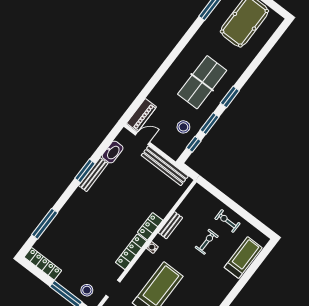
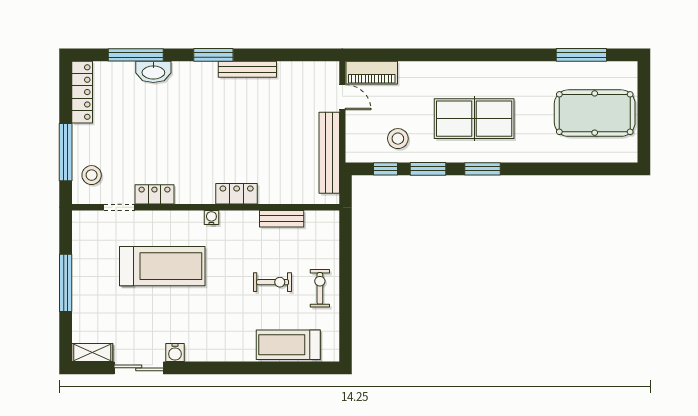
washbasin: (113, 152) -> (153, 72), moved
window: (85, 171) -> (213, 55), moved
bench: (170, 225) -> (282, 219), moved
locker: (131, 252) -> (154, 194), moved, width x0.66
treadmill: (243, 258) -> (288, 345), turned 180

